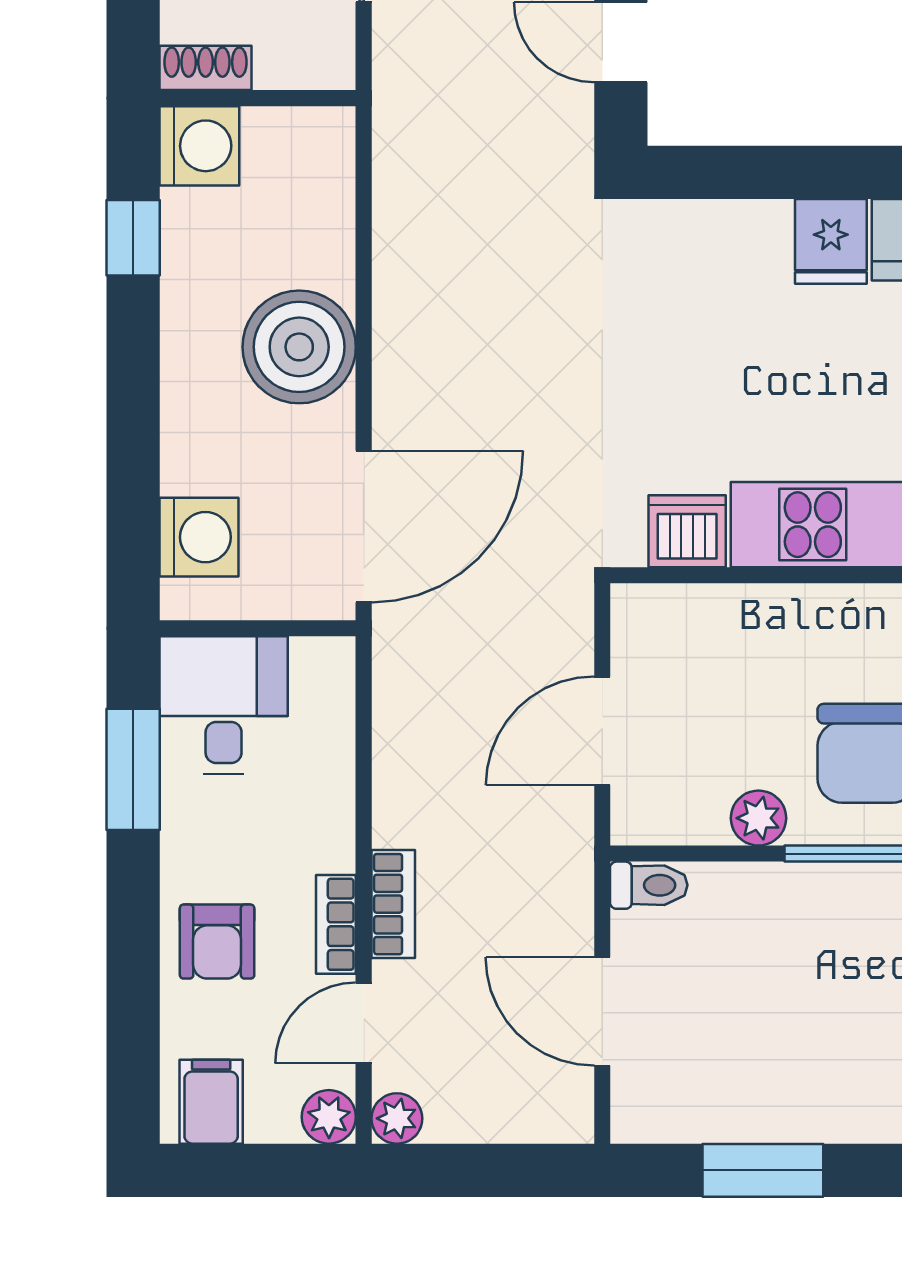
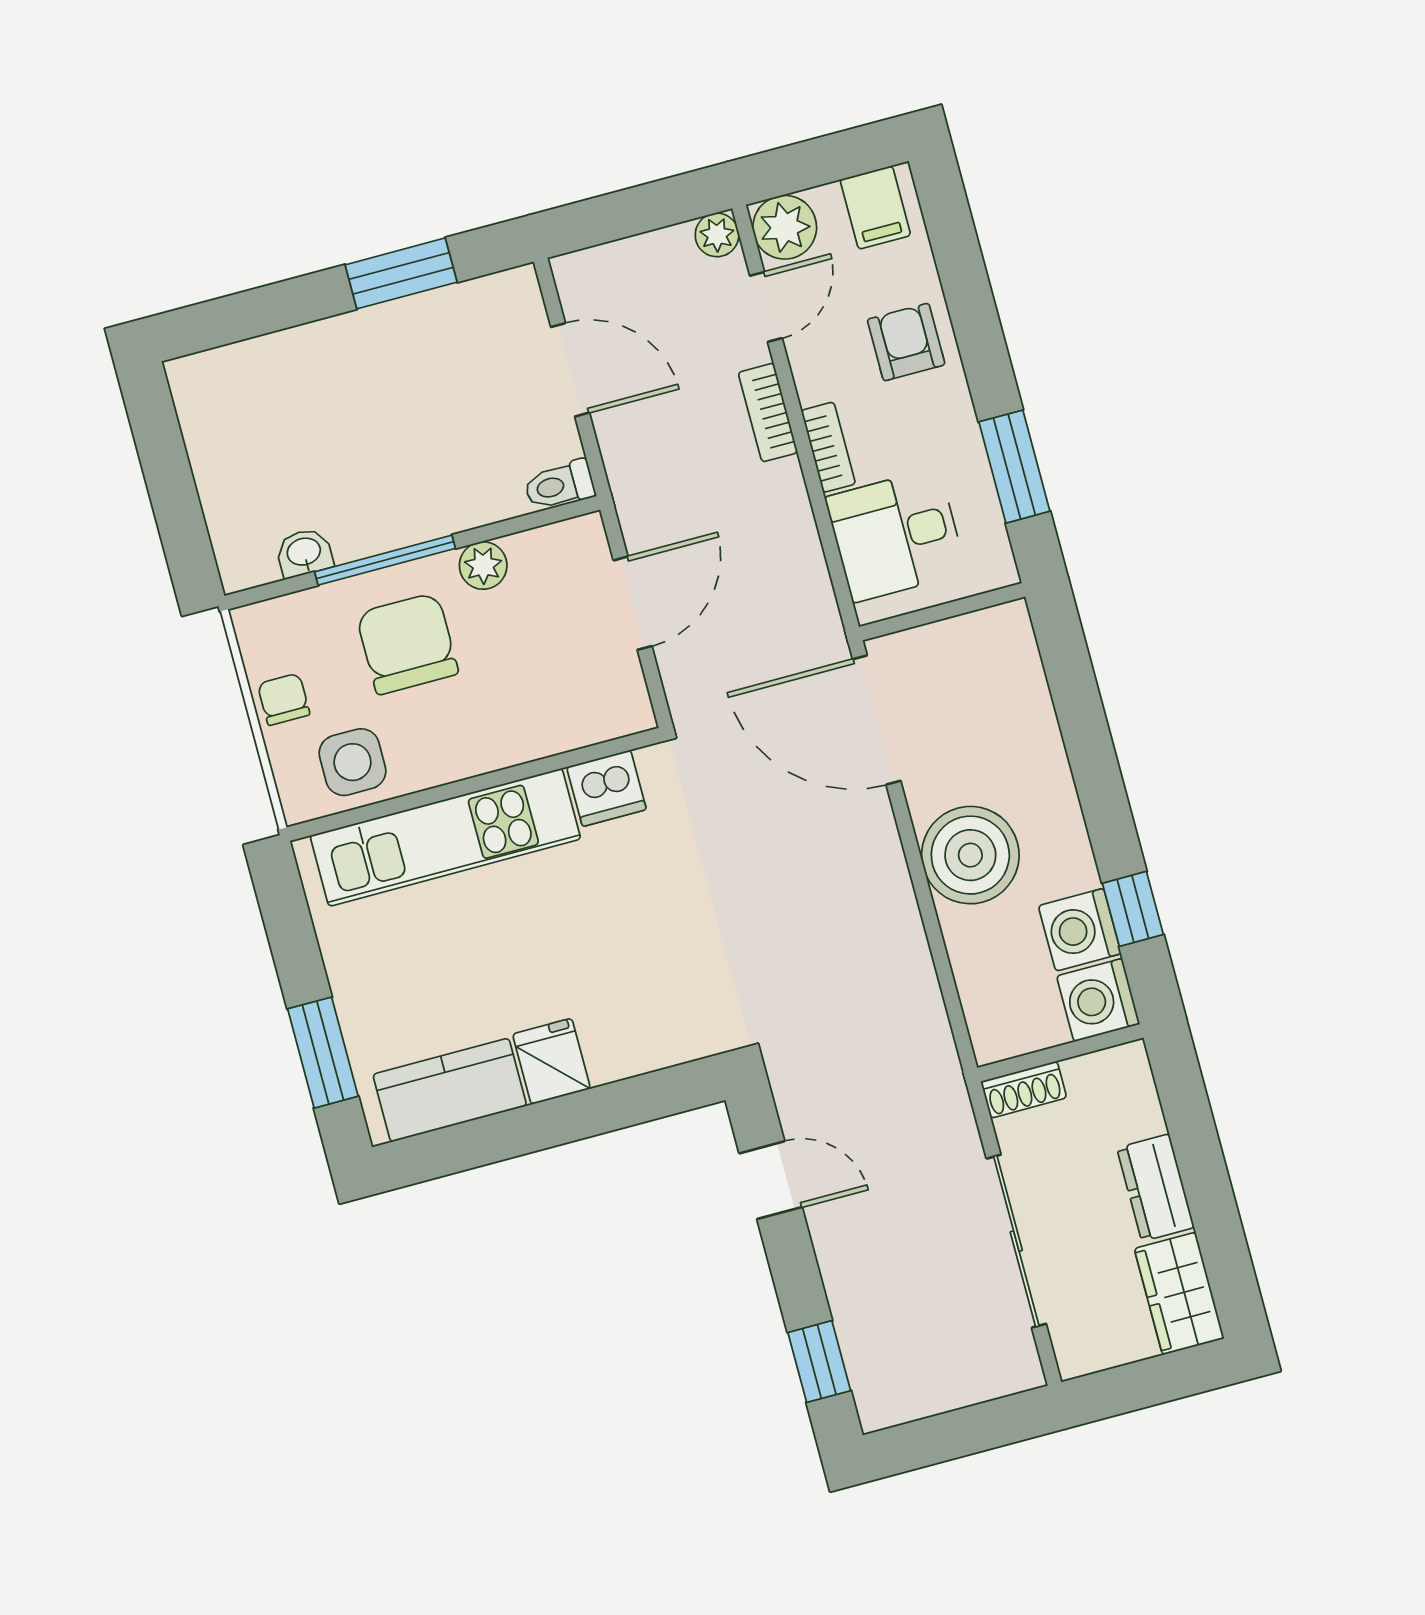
shoe rack: (206, 68) -> (1024, 1090), moved
door: (364, 527) -> (877, 720), hinge flipped
washing machine: (199, 537) -> (1080, 930), moved
desk: (224, 705) -> (896, 535), moved, turned 90
bookcase: (336, 924) -> (828, 447), moved
plant: (329, 1117) -> (785, 227), width x1.38, depth x1.38

